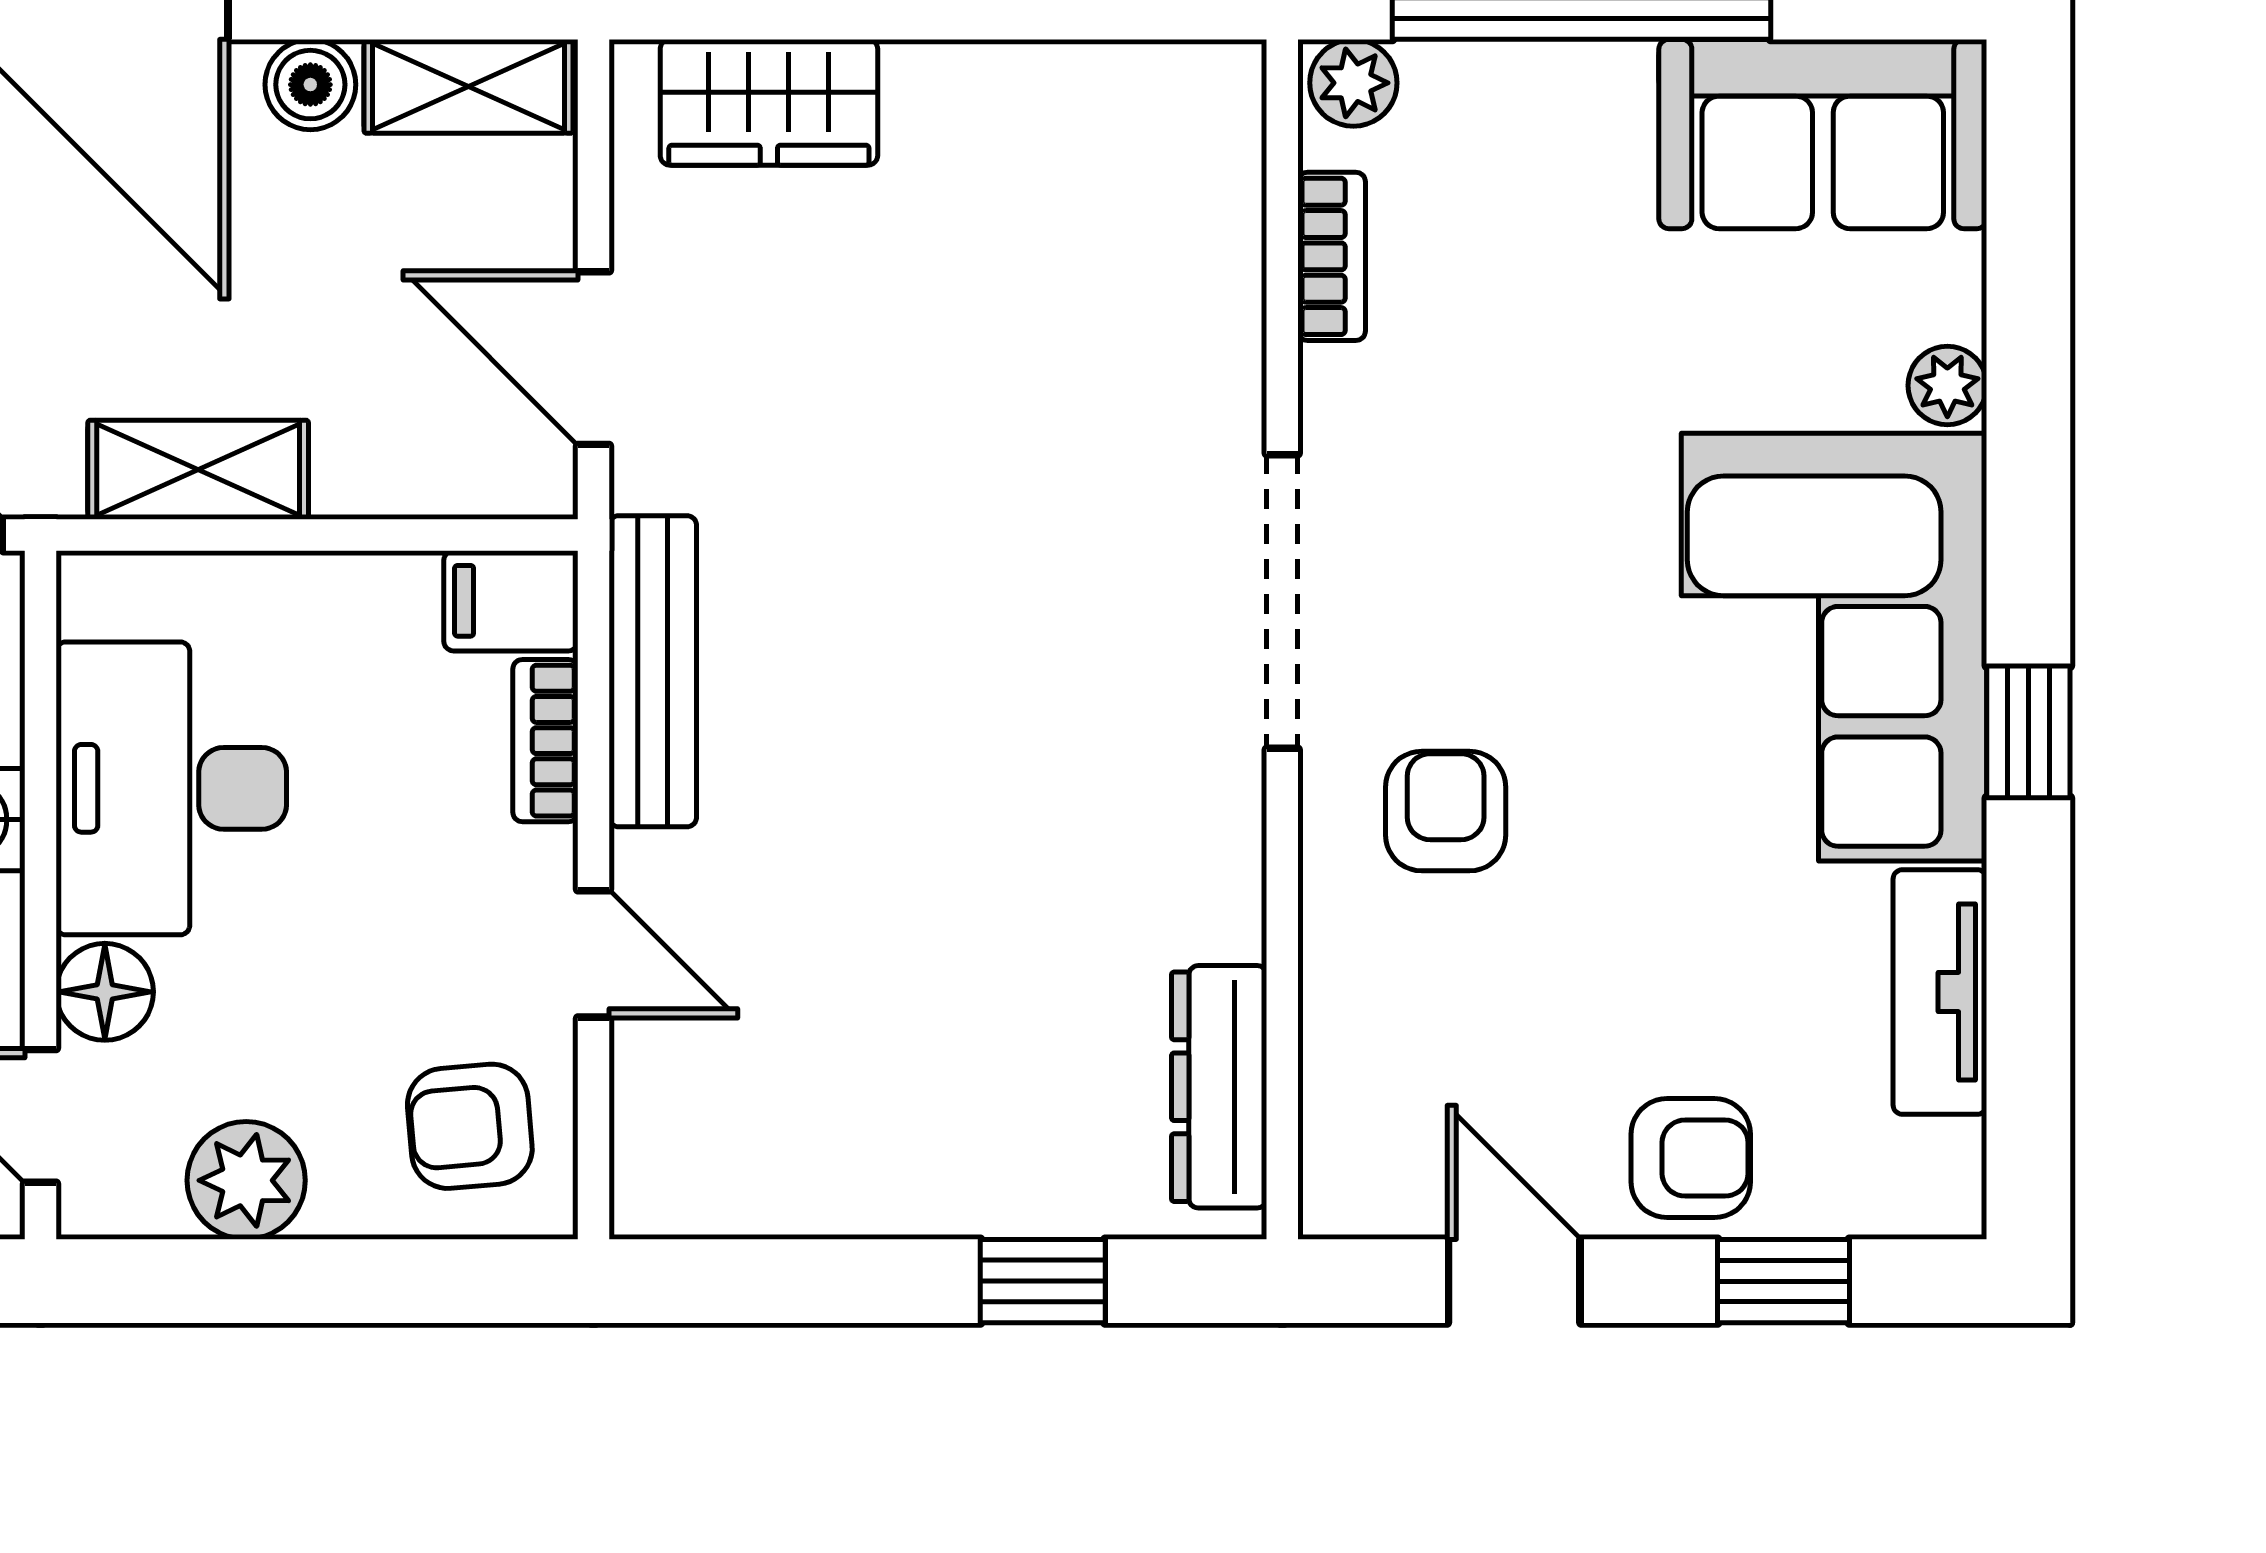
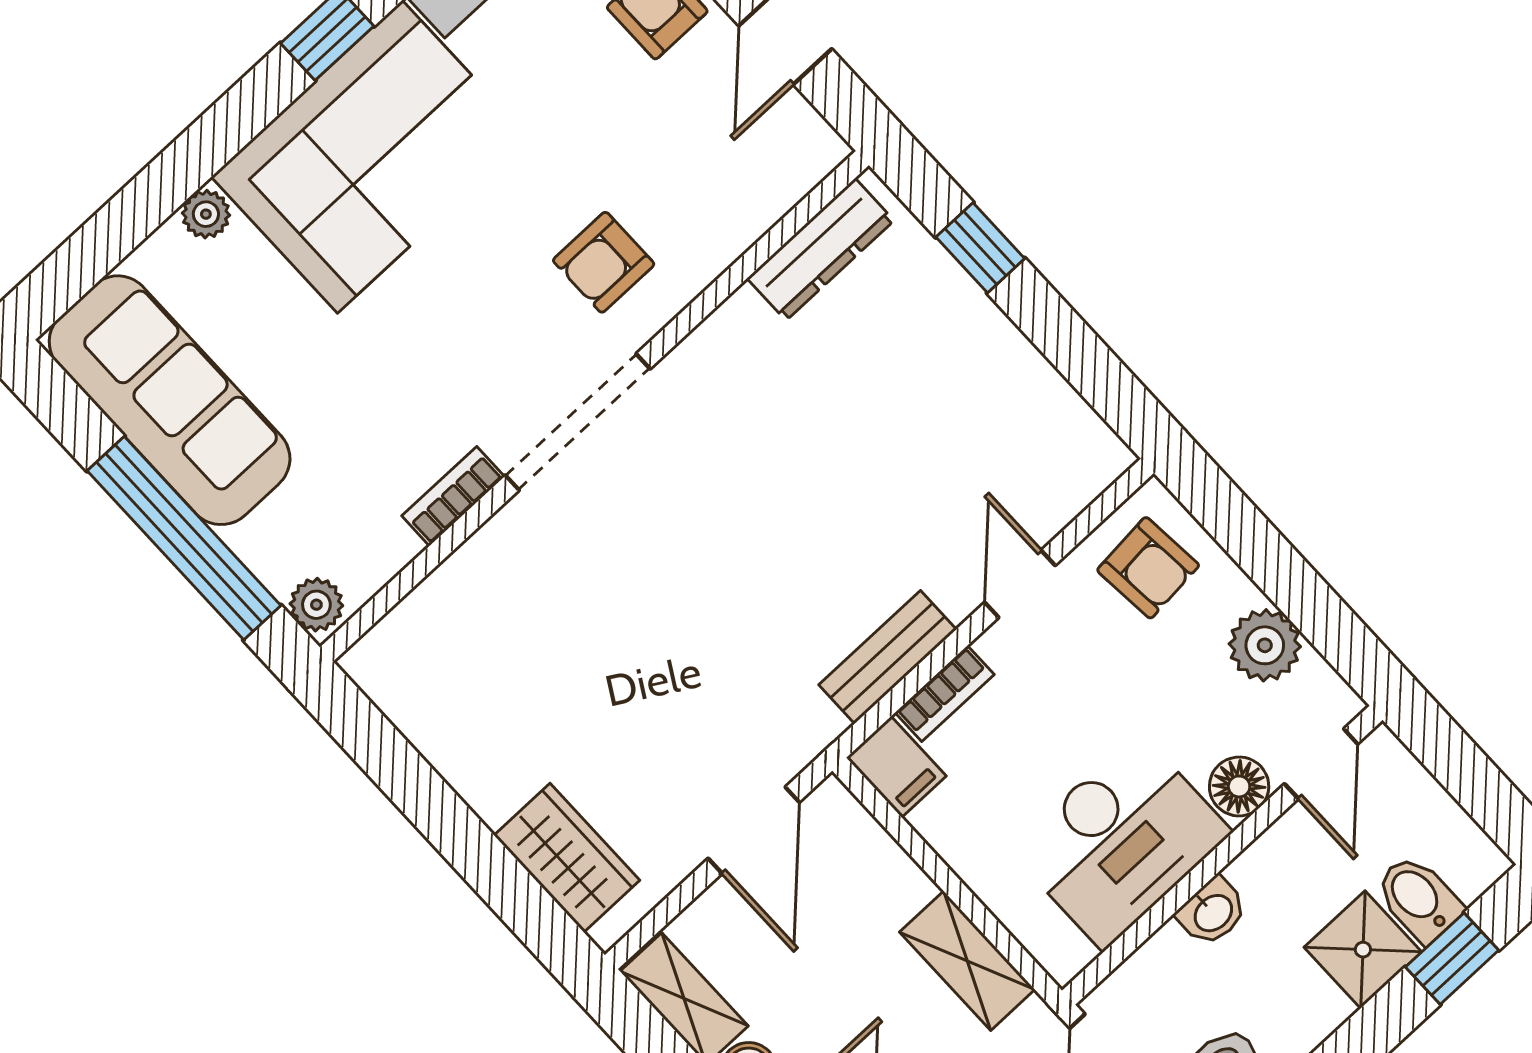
sofa: (1823, 134) -> (170, 400), width x1.36
bookcase: (1332, 256) -> (453, 496), moved
bench: (653, 671) -> (888, 657), width x0.73

